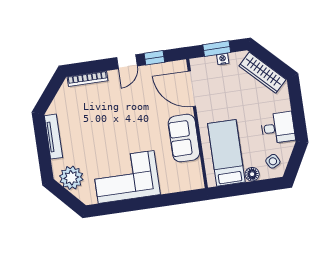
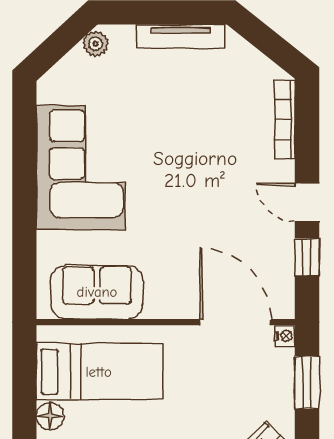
nightstand: (223, 59) -> (285, 336), moved
door: (192, 89) -> (235, 322), hinge flipped
sofa: (184, 138) -> (97, 292), moved
plant: (71, 178) -> (96, 44), width x0.53, depth x0.53

